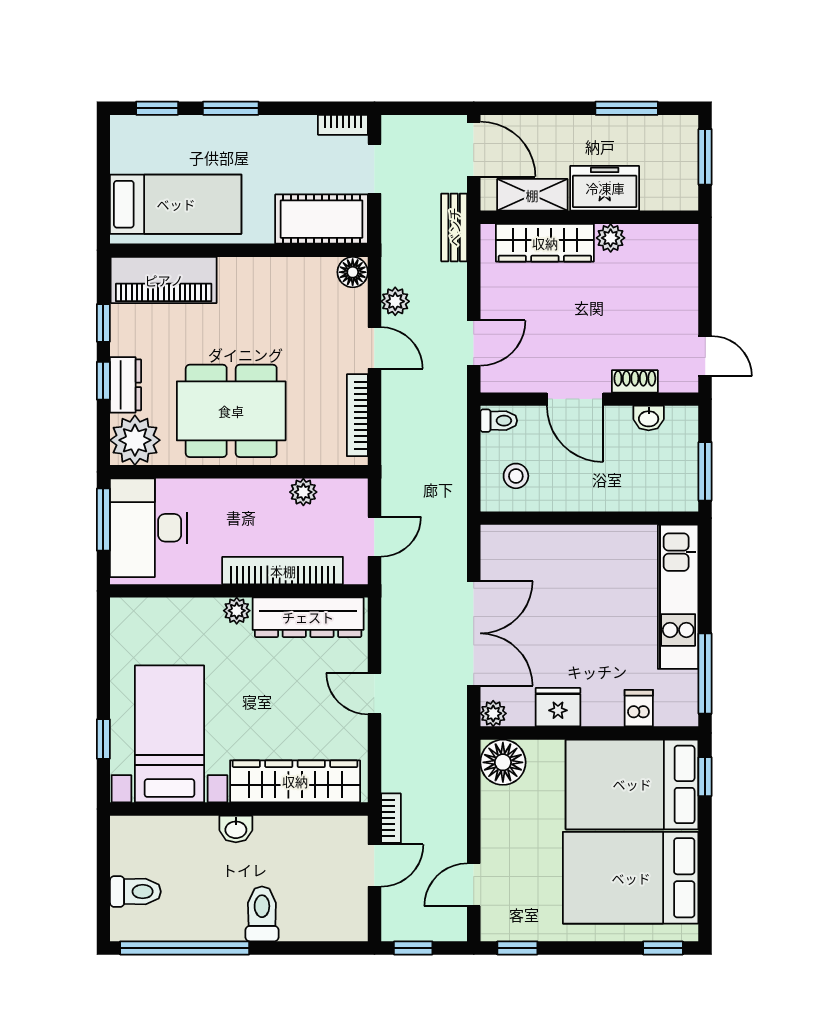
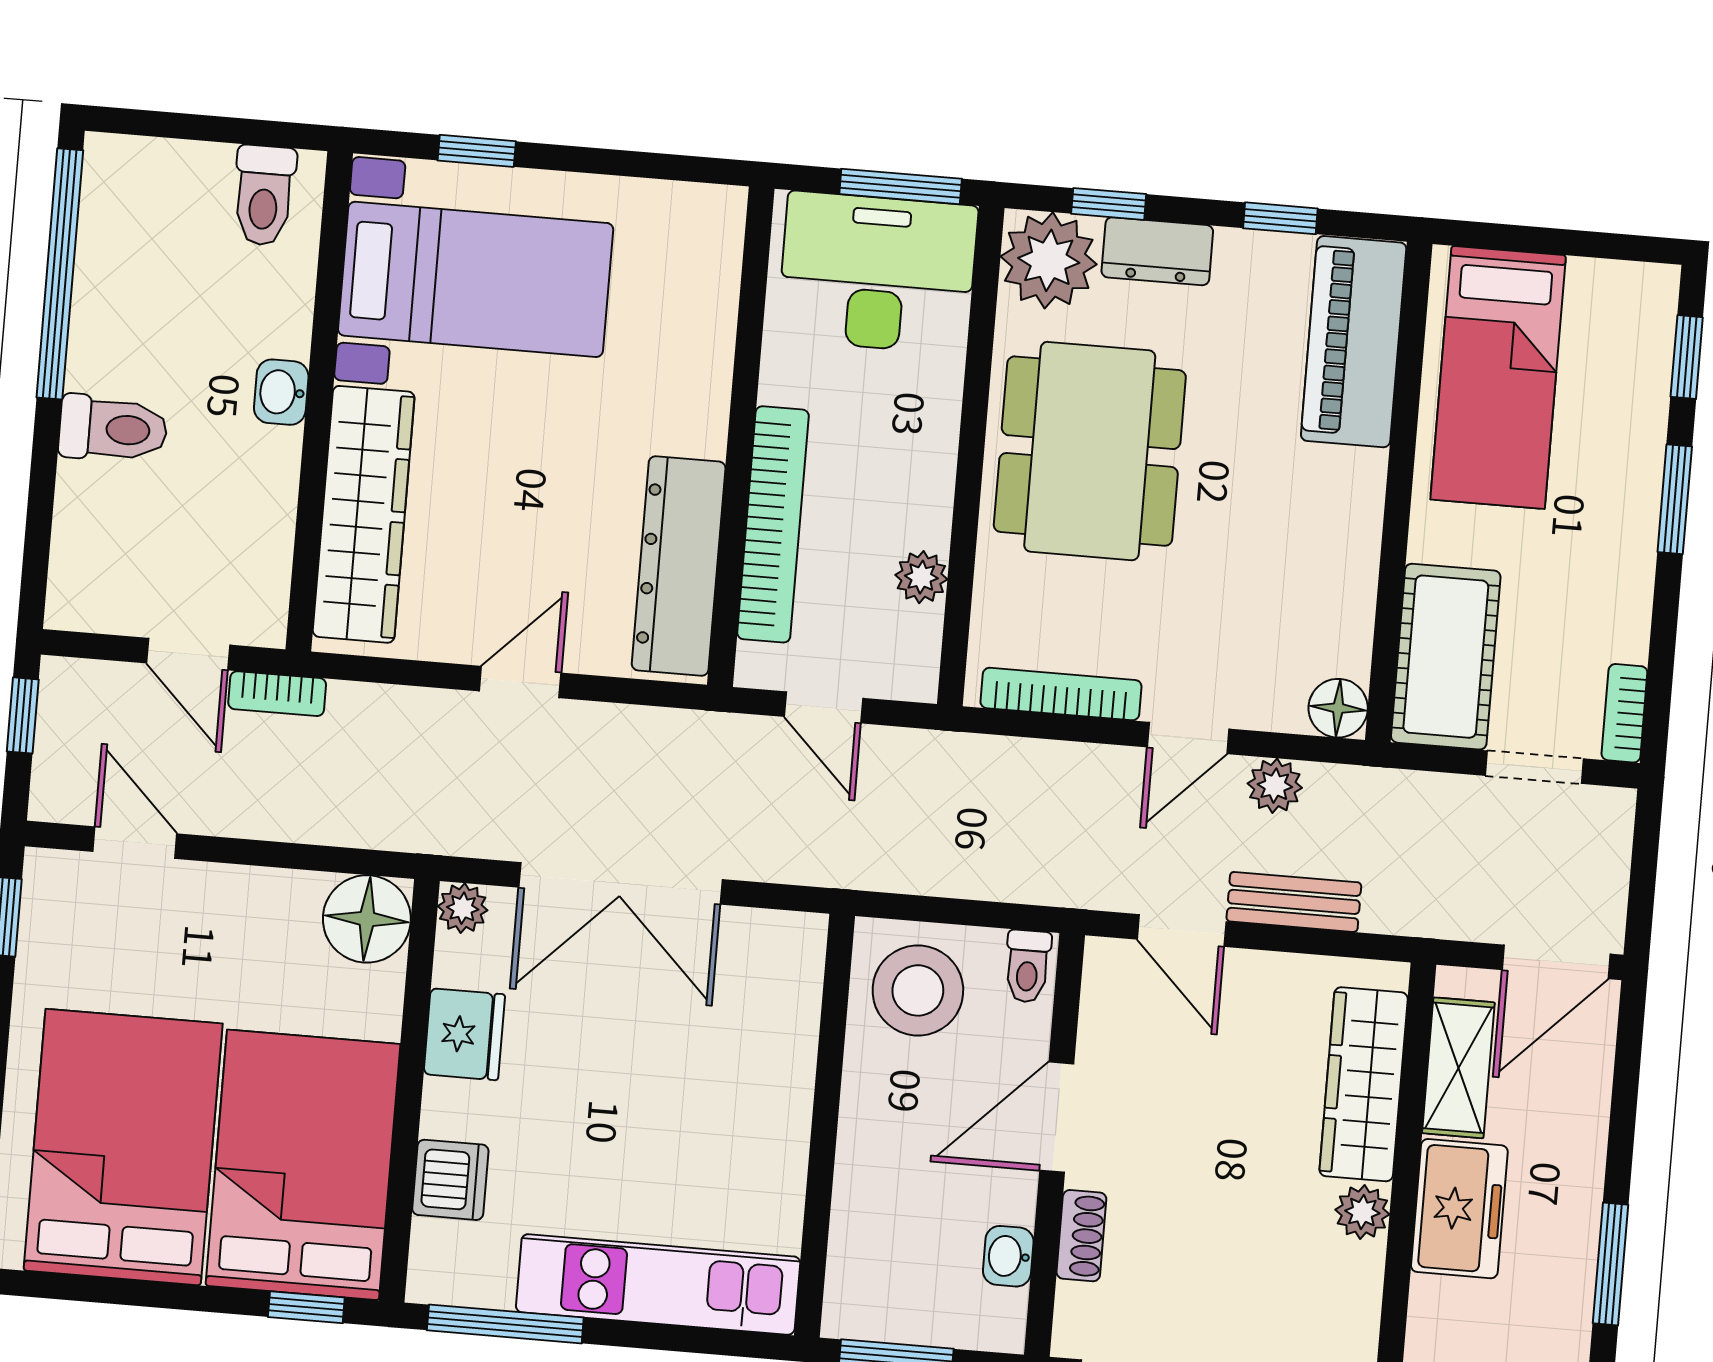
bench: (454, 227) -> (1294, 902), moved
window: (103, 381) -> (1109, 204), moved
stool: (516, 476) -> (918, 990), width x1.89, depth x1.89
plant: (237, 611) -> (703, 429), removed
dishwasher: (639, 708) -> (450, 1180), width x1.38
toilet: (135, 892) -> (264, 195), moved

